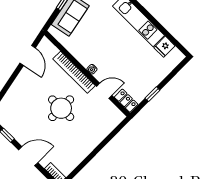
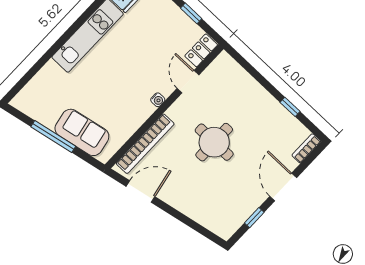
bookcase: (74, 72) -> (145, 144), moved
window: (85, 162) -> (290, 107), added

